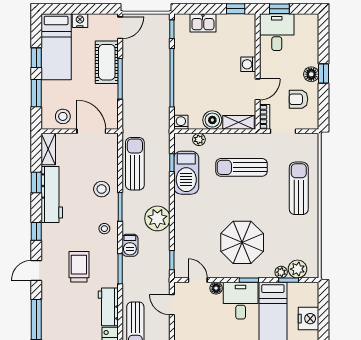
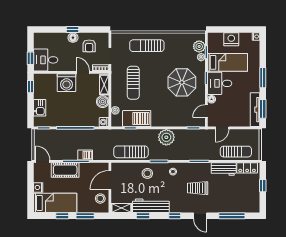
washing machine: (248, 64) -> (66, 83), width x1.89, depth x1.89
barbecue: (130, 245) -> (85, 155), moved

